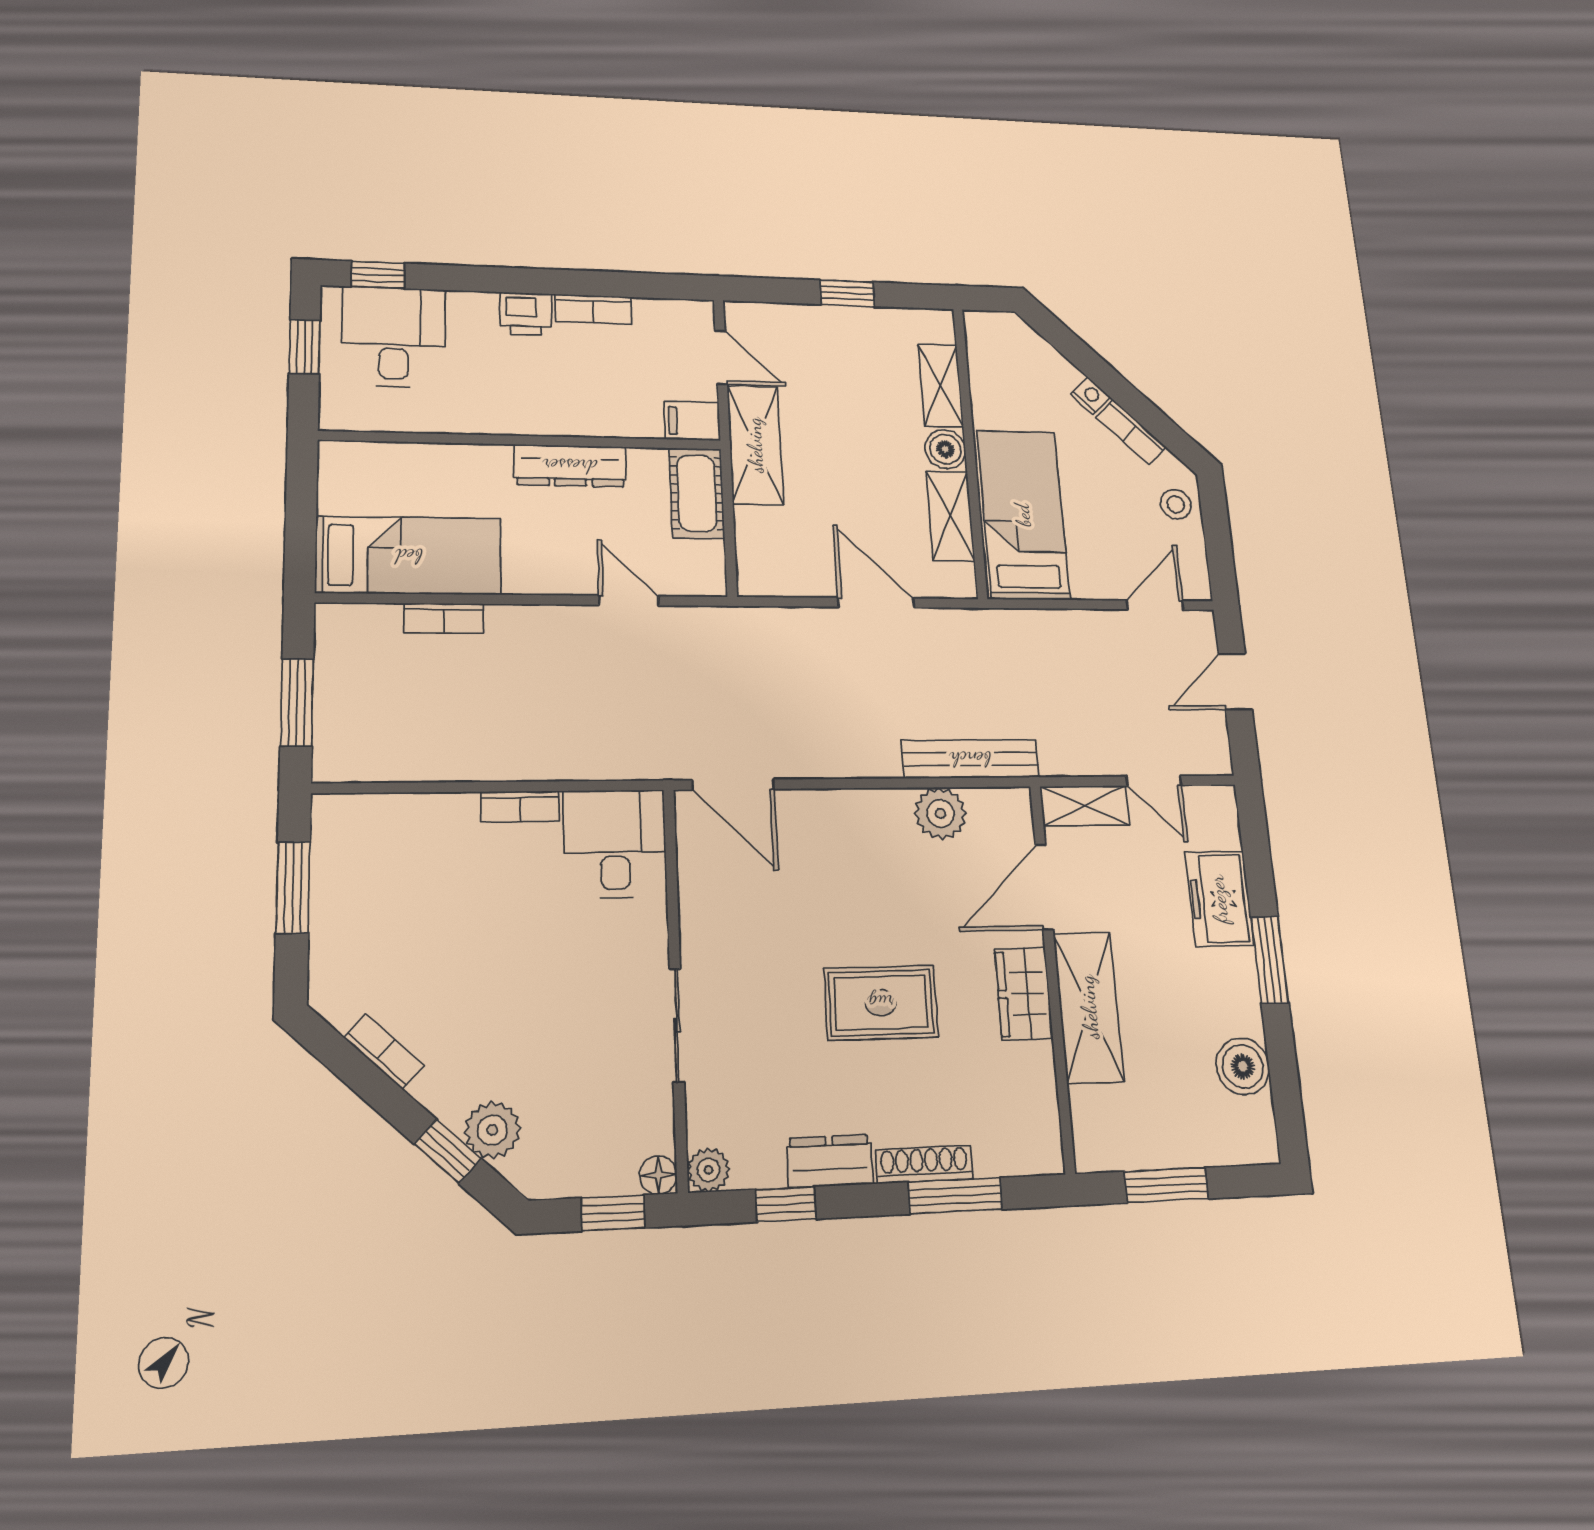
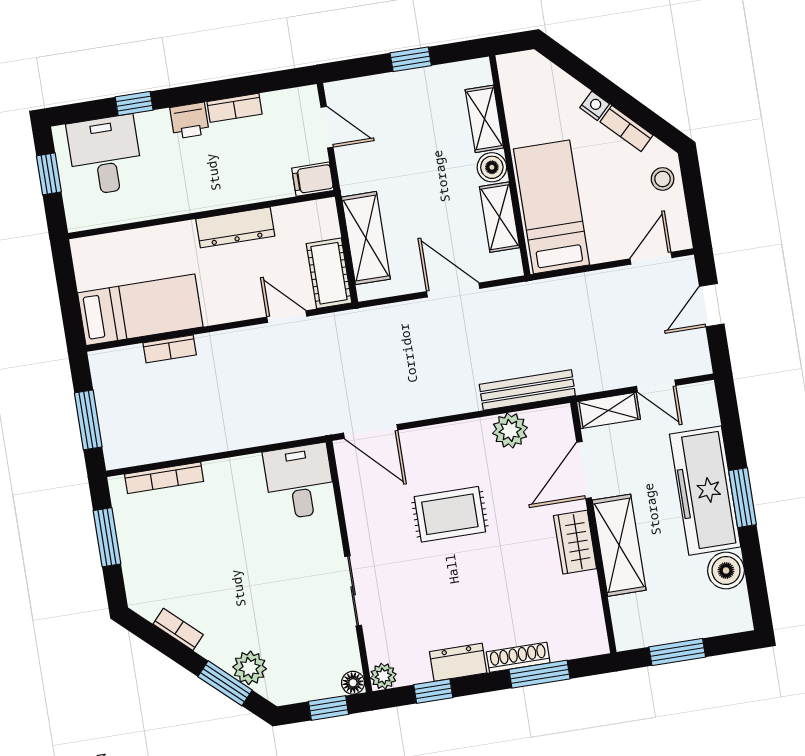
window: (378, 275) -> (134, 104), moved
shelving: (755, 445) -> (366, 238), moved
cot: (697, 493) -> (329, 273), moved
bookcase: (520, 806) -> (164, 478), moved, width x1.56
freezer: (1219, 899) -> (705, 491), width x1.91, depth x1.26
rug: (881, 1003) -> (450, 514), moved
window: (448, 1151) -> (225, 683), width x1.50

